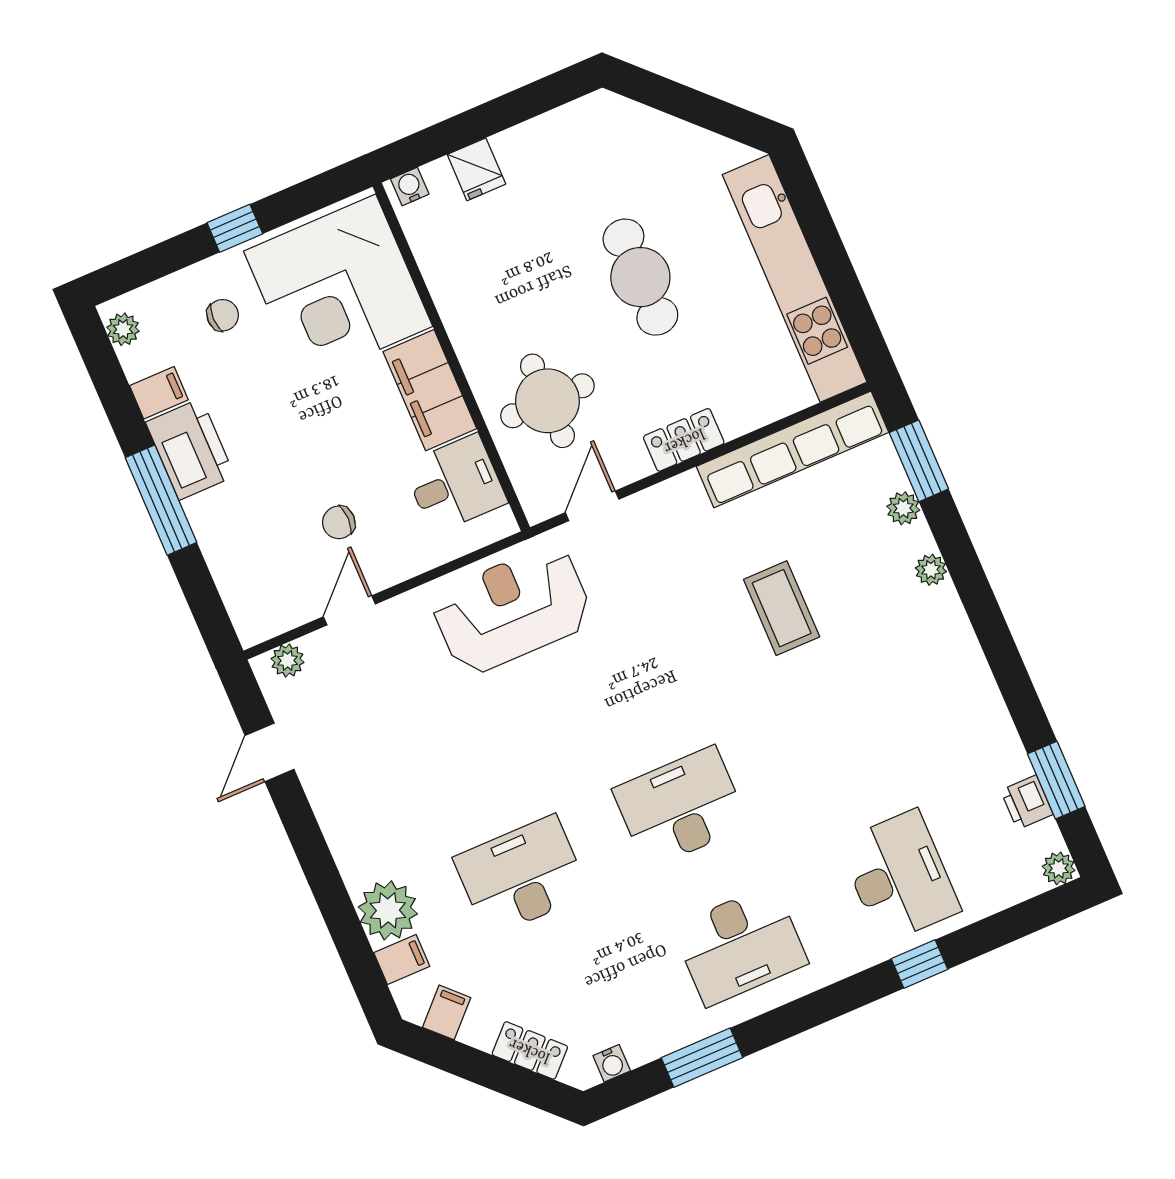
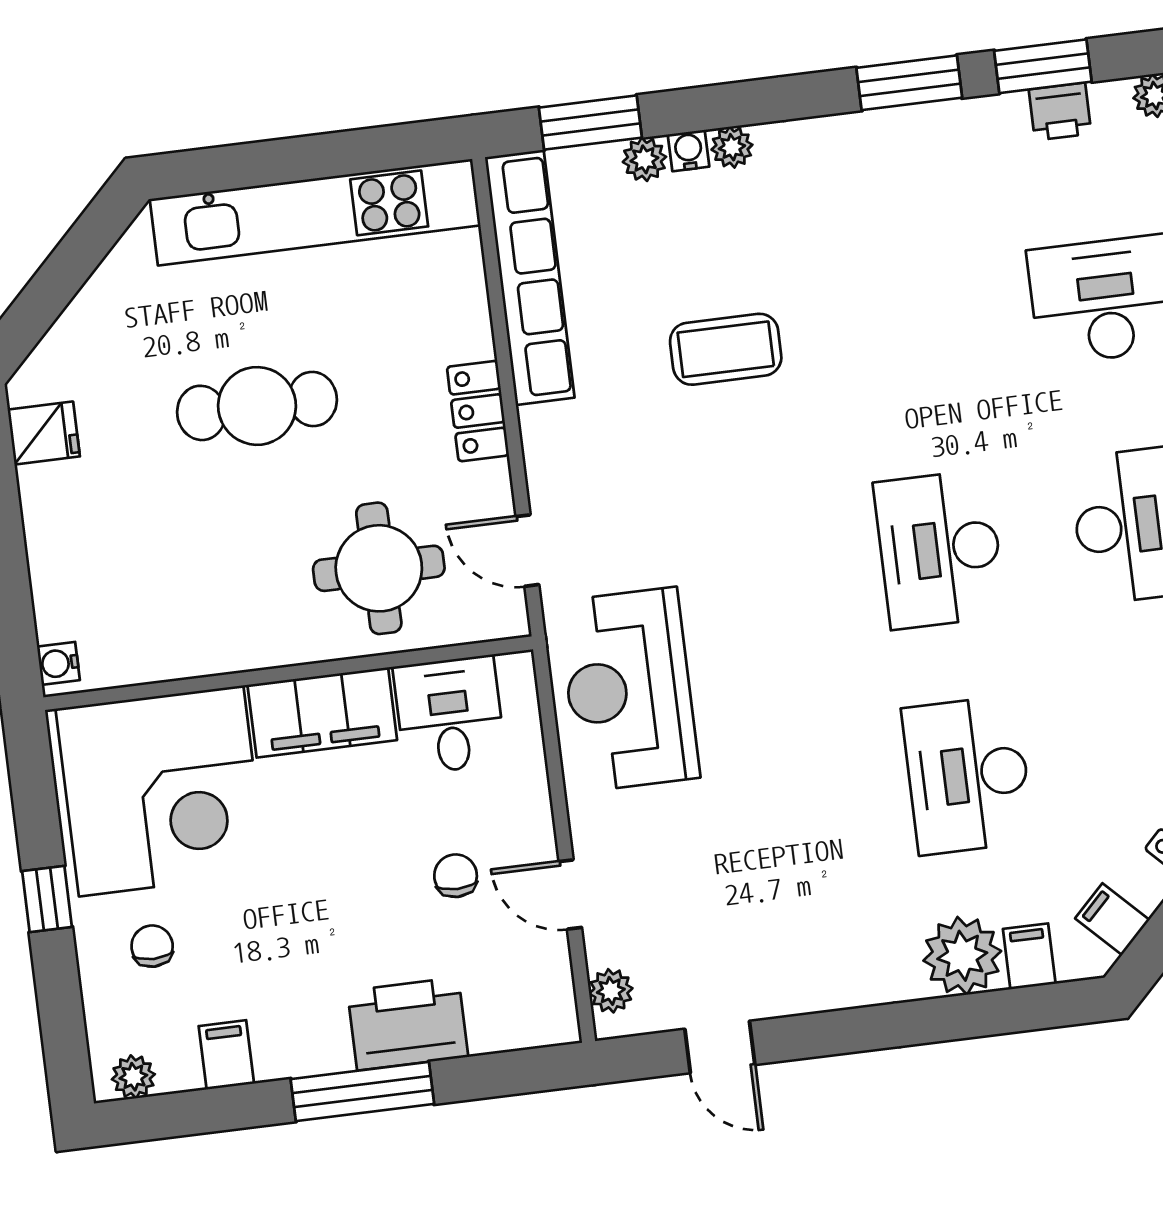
fridge: (476, 169) -> (44, 433), moved
printer: (190, 449) -> (408, 1024), moved
chair: (339, 522) -> (456, 876), turned 180
water cooler: (919, 539) -> (688, 151), added
window: (1016, 686) -> (909, 83), added

